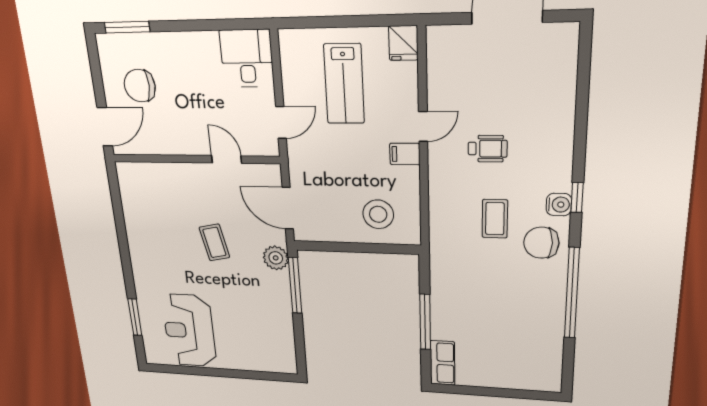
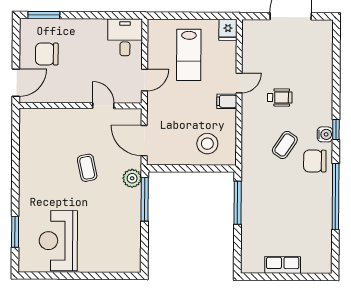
coffee table: (495, 219) -> (285, 145), turned 34
window: (425, 322) -> (238, 203), moved
row of seats: (442, 363) -> (283, 265), moved, turned -90

